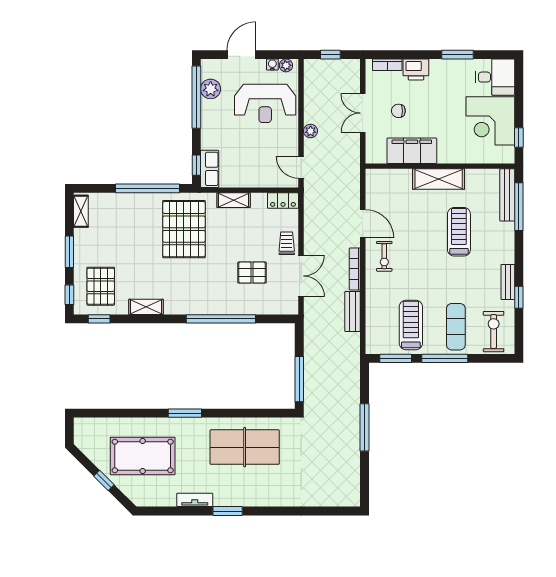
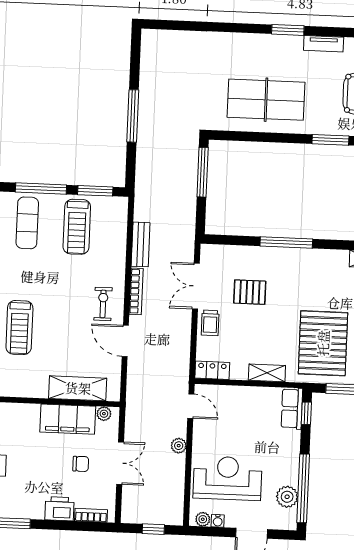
plant: (379, 157) -> (104, 414), added
shelving: (439, 179) -> (78, 388), moved
window: (221, 319) -> (286, 242), width x0.68

